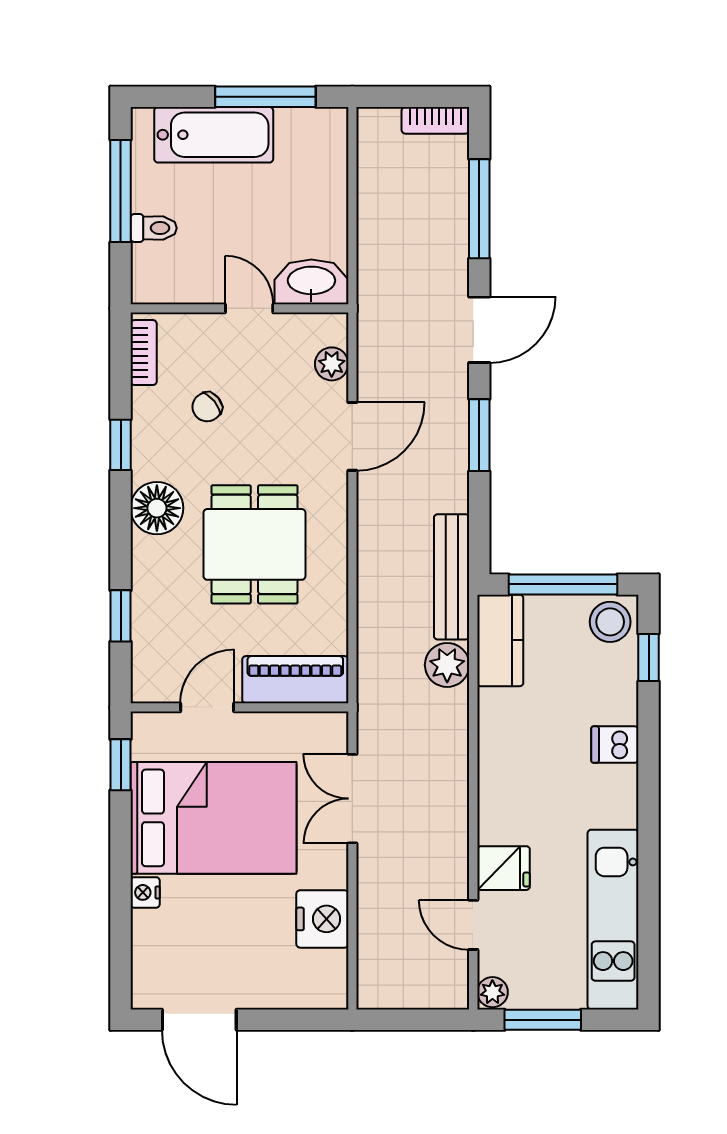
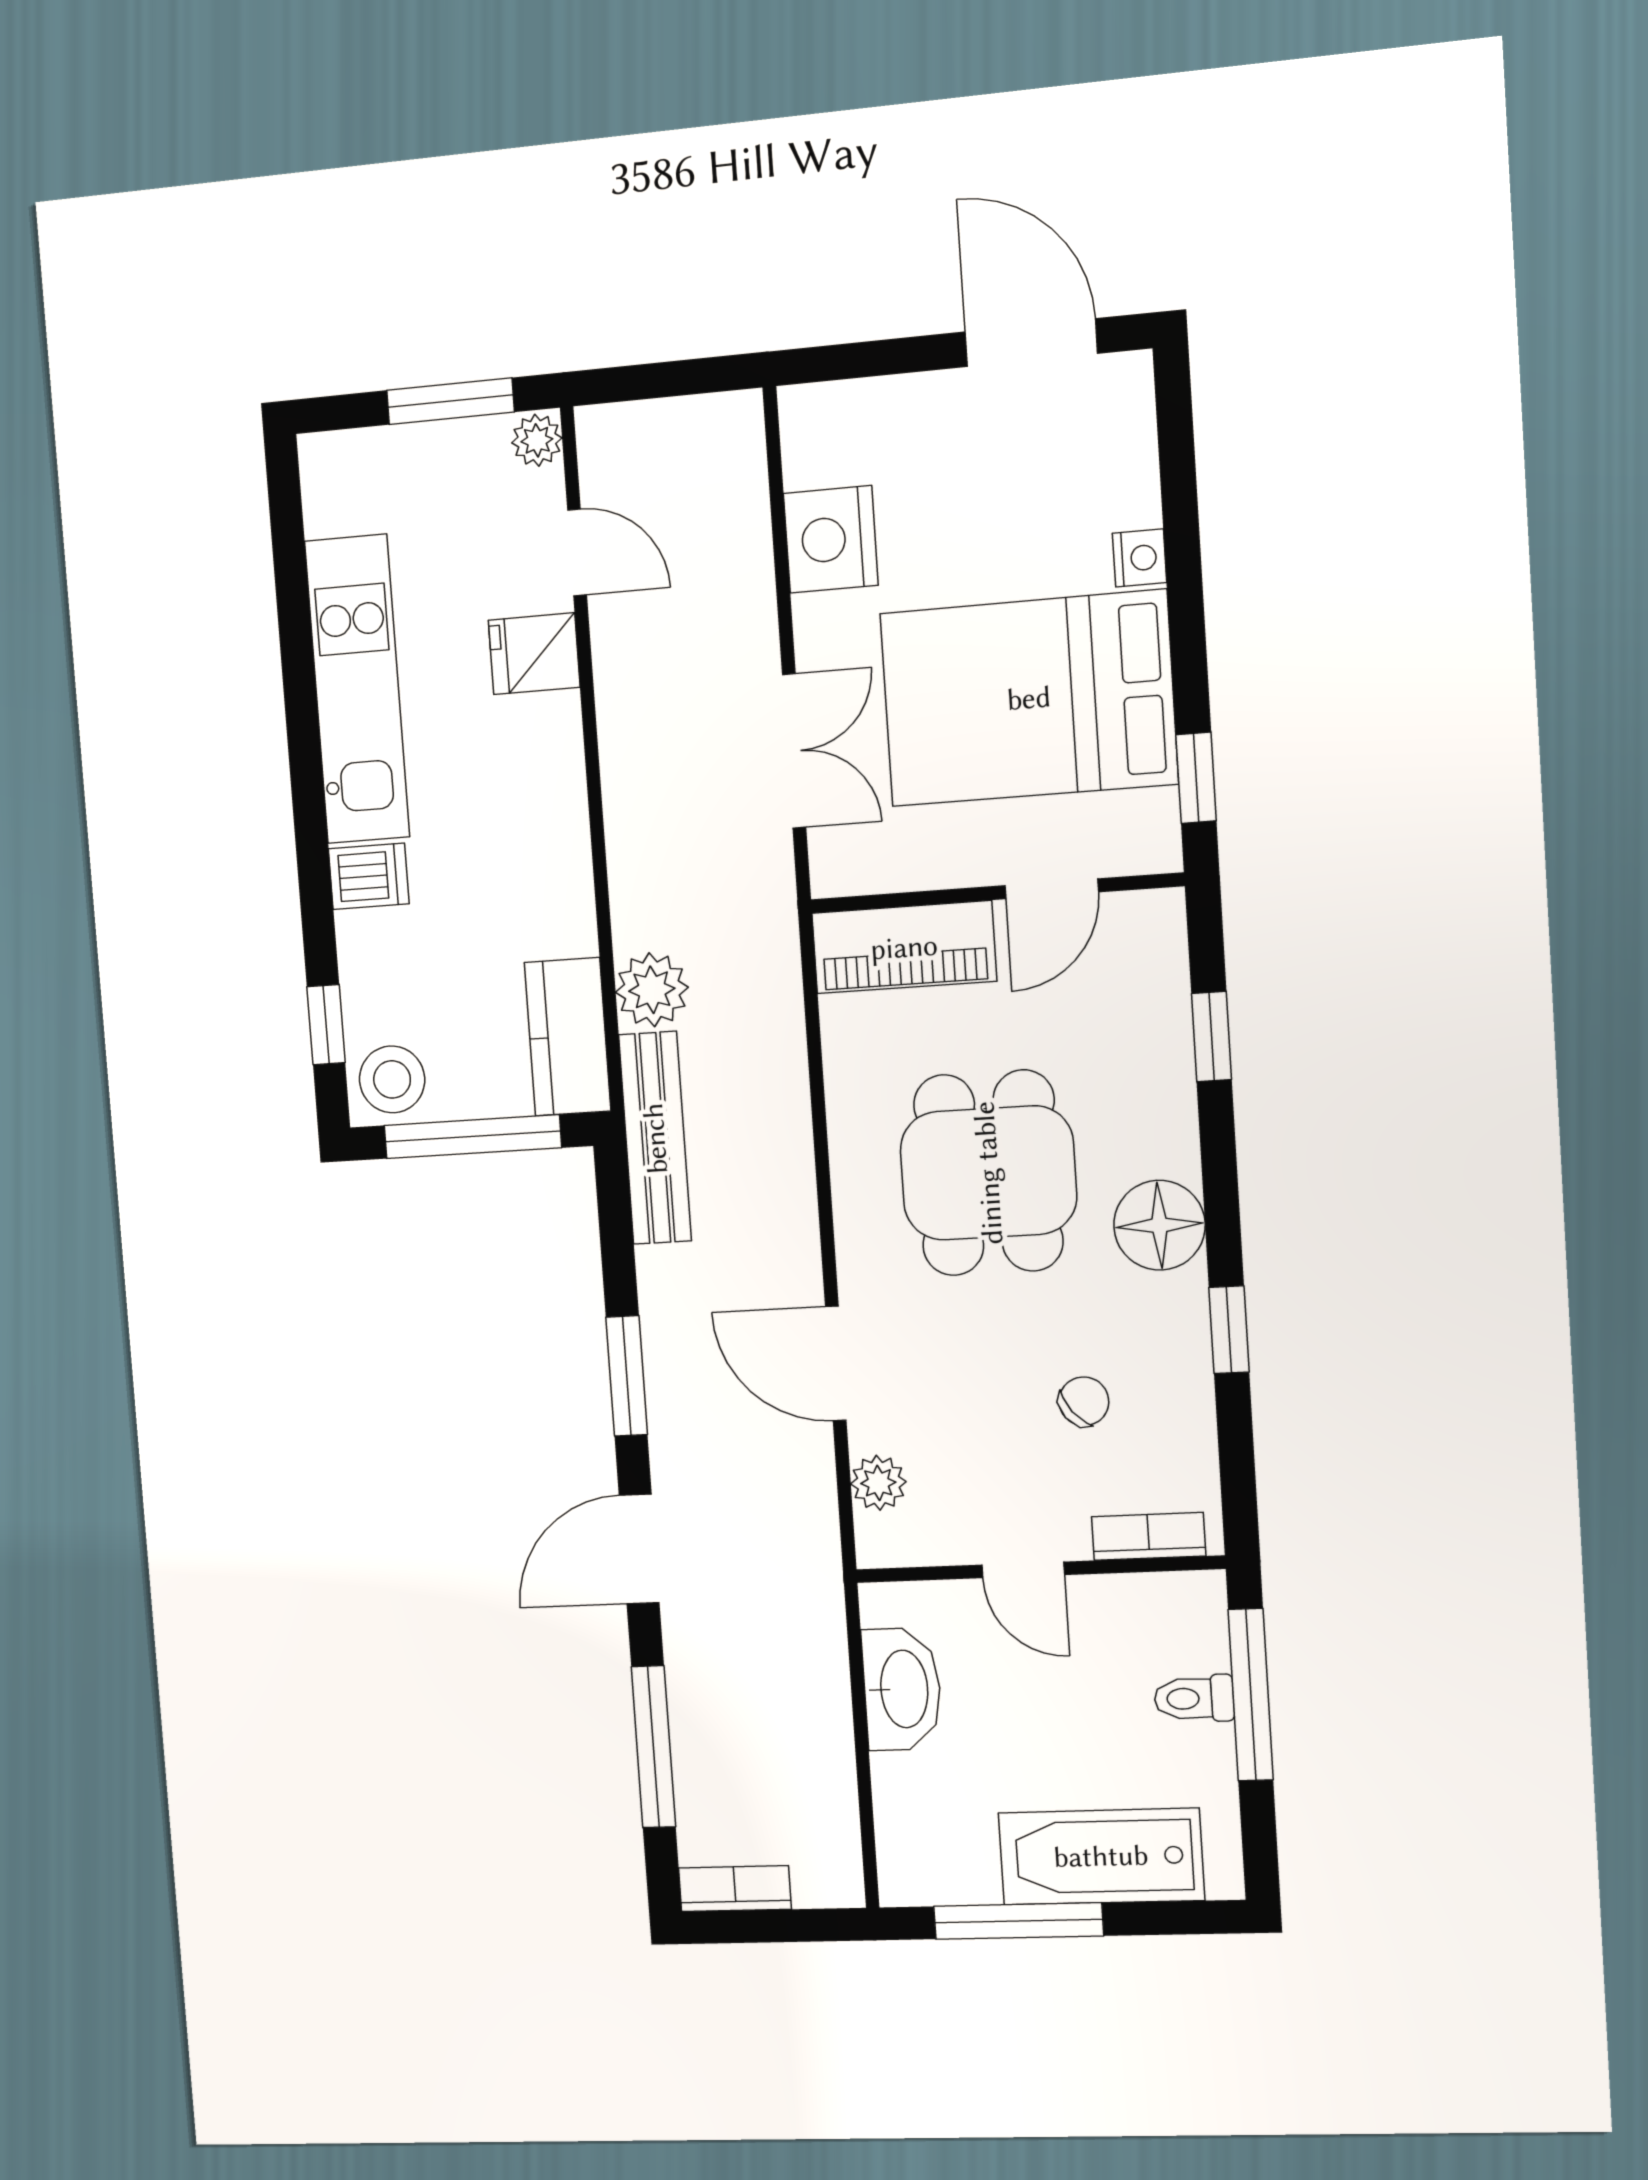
window: (121, 191) -> (1251, 1695), moved
washbasin: (311, 282) -> (902, 1689), moved, turned -90
bookcase: (144, 353) -> (1149, 1536), moved, turned 90
door: (352, 436) -> (836, 1364), hinge flipped
kitchen unit: (613, 920) -> (357, 689), moved

